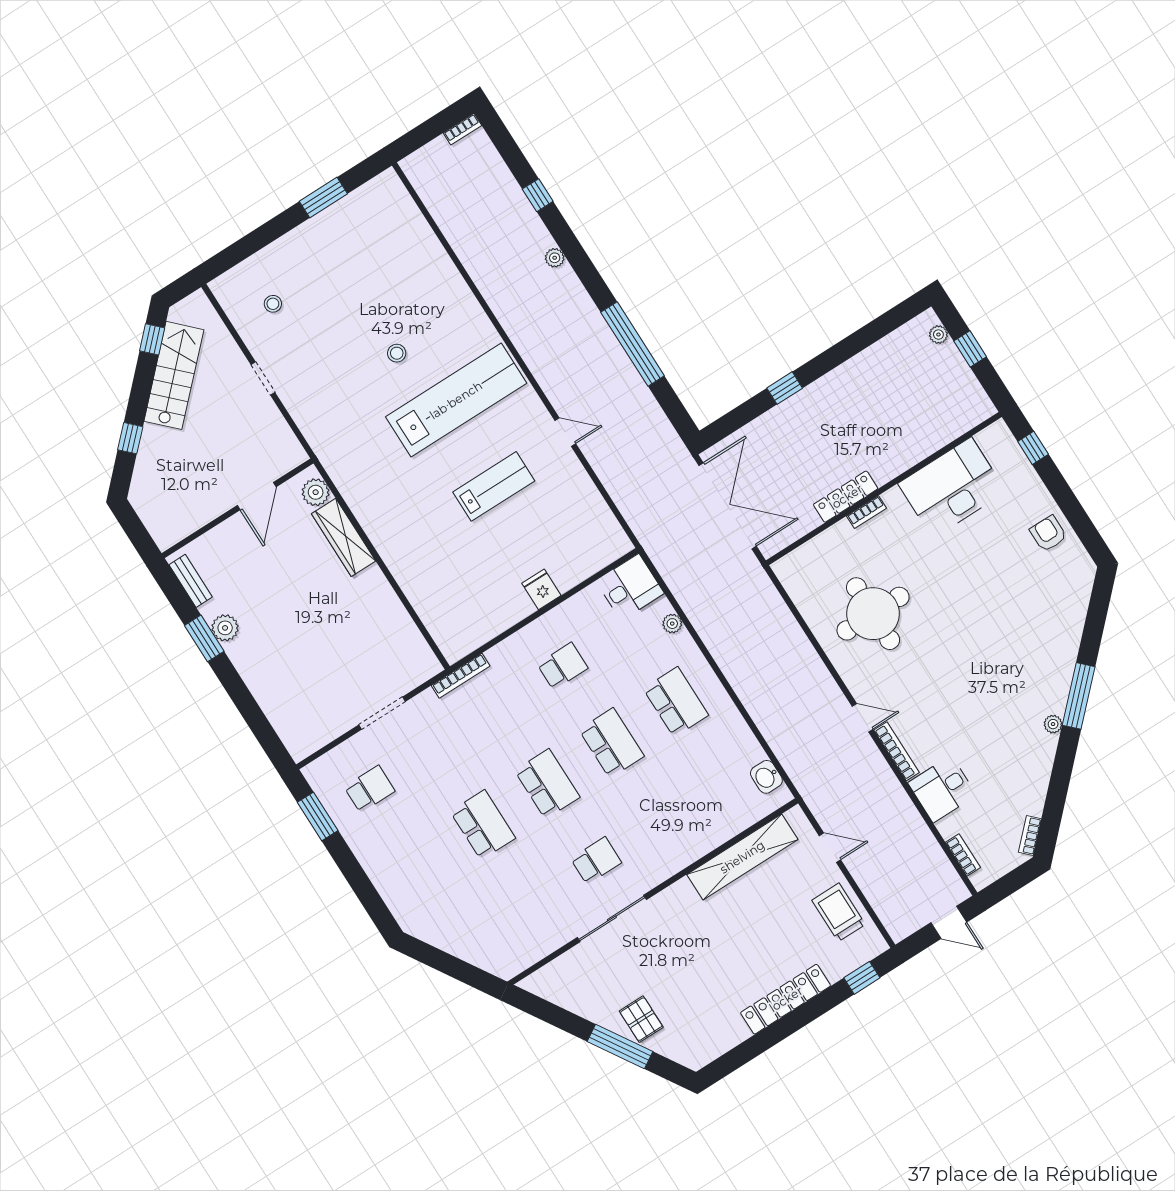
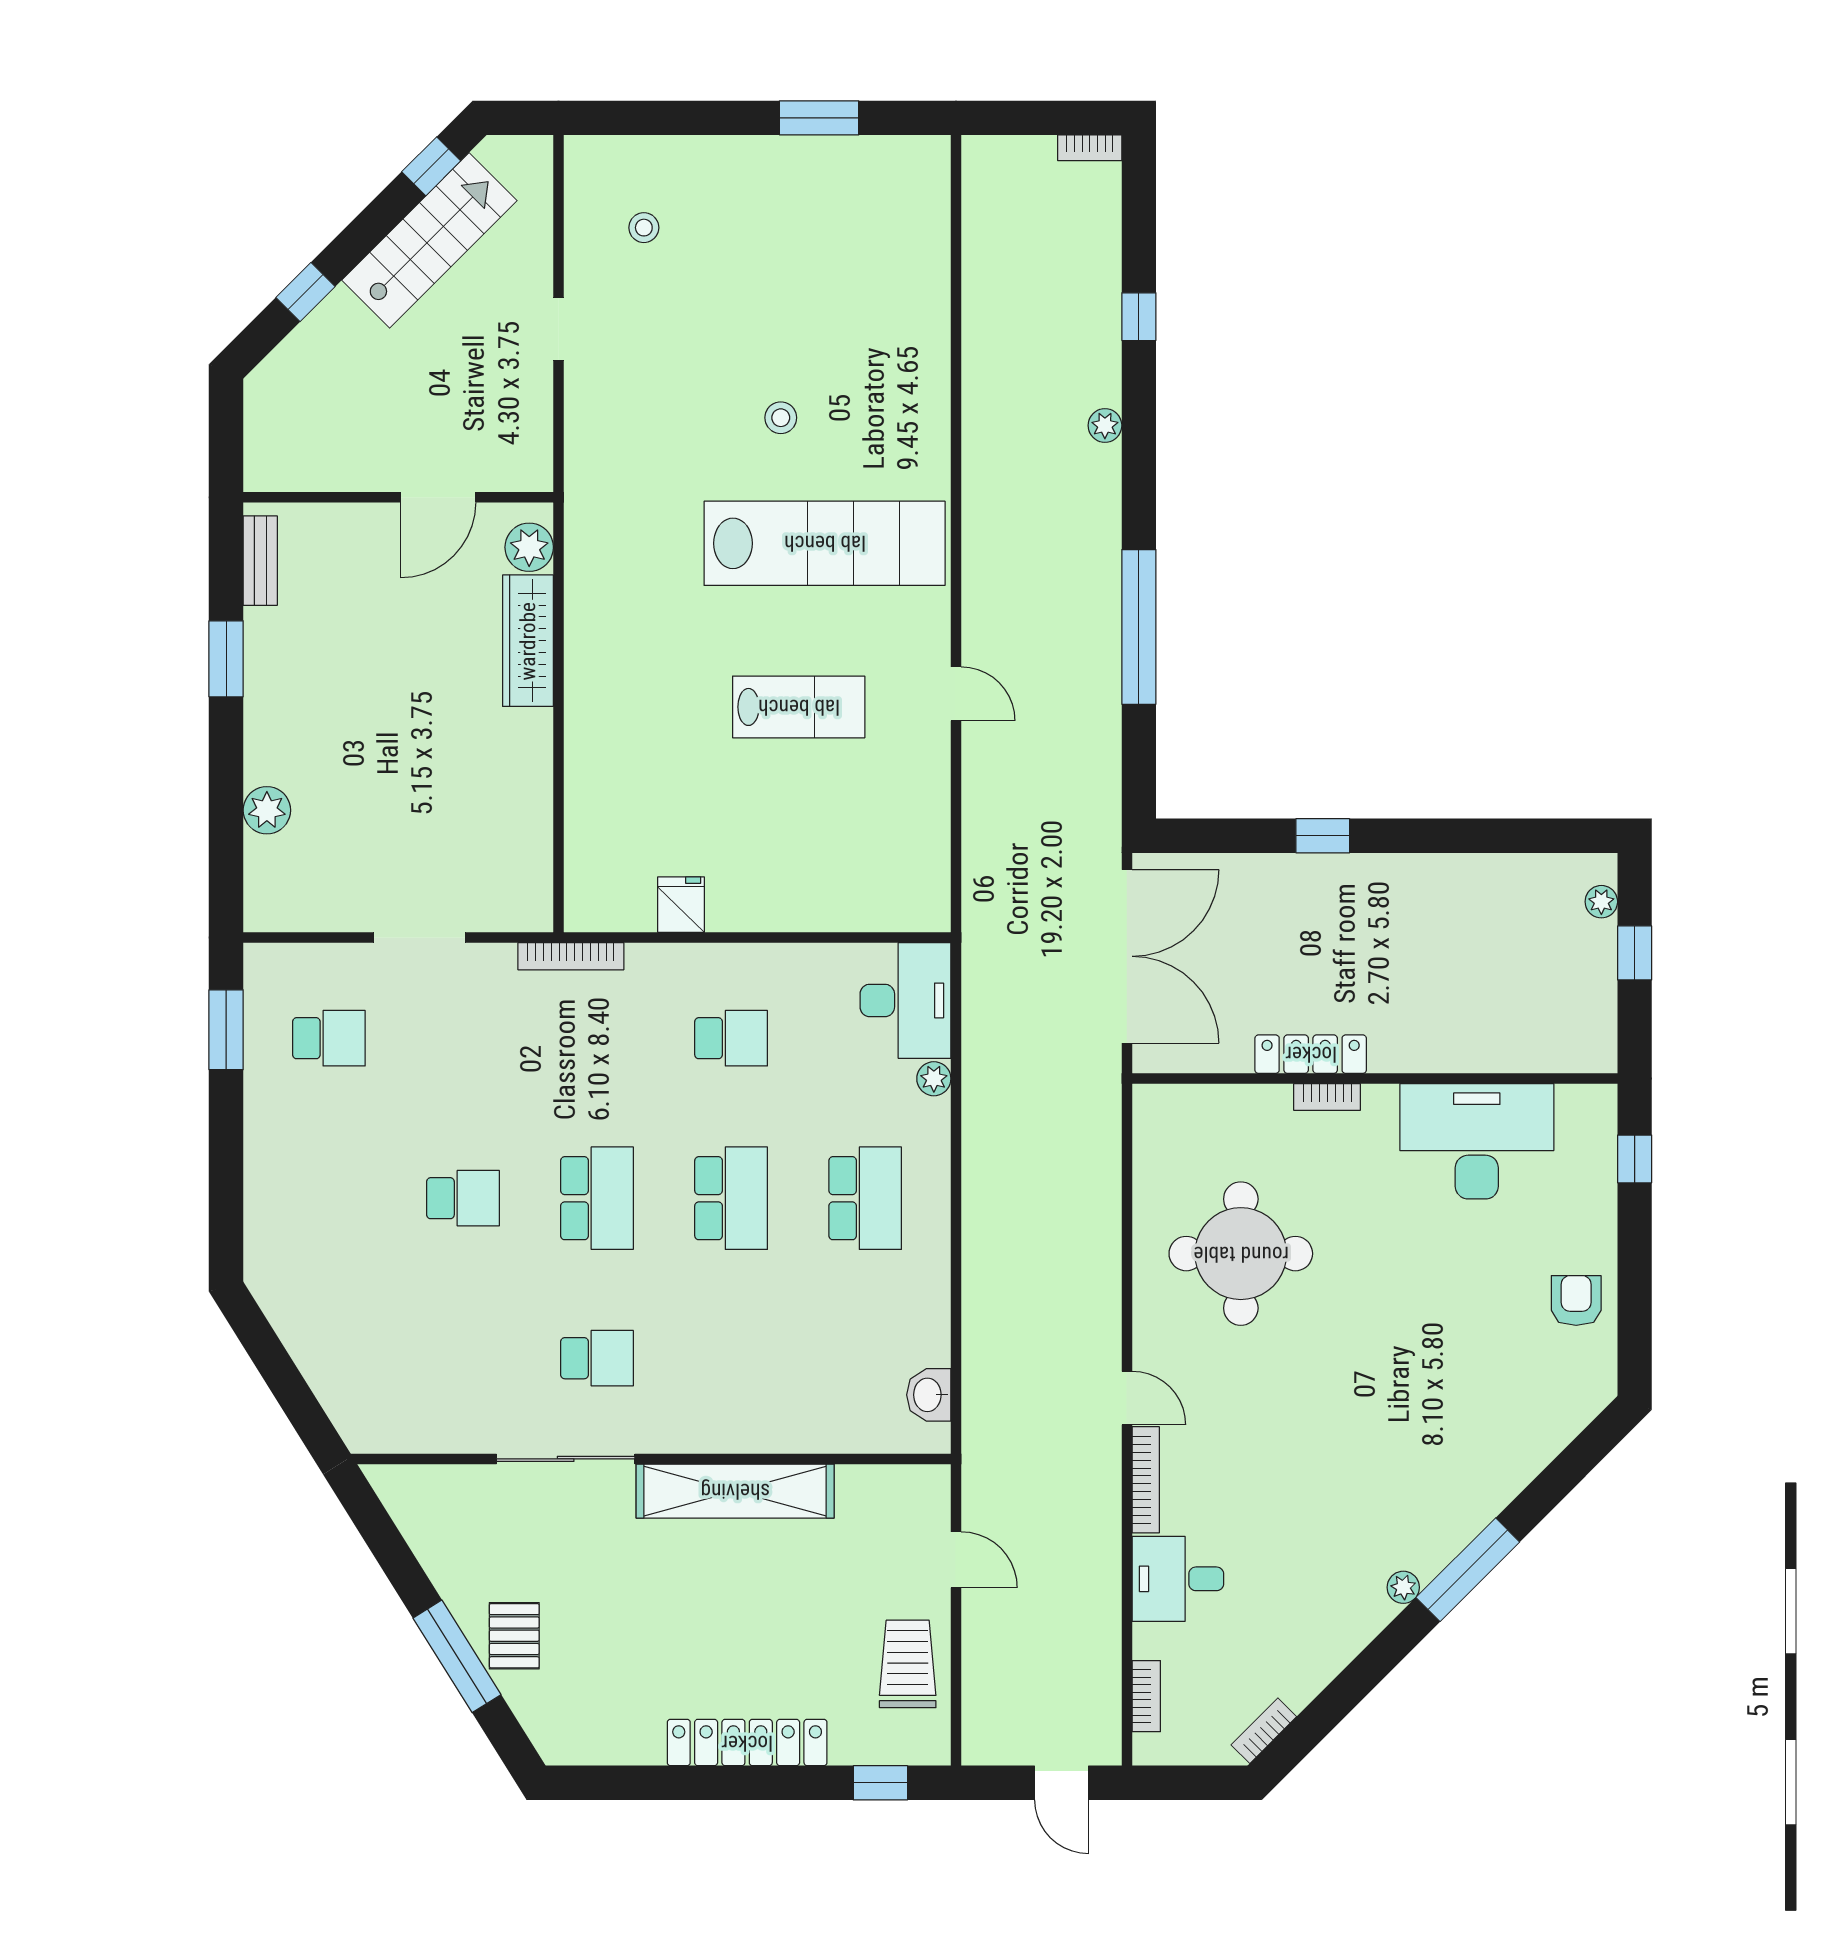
desk: (630, 587) -> (905, 1000), width x1.37
fridge: (541, 589) -> (681, 905), moved
plant: (225, 628) -> (267, 810), moved
school desk: (483, 825) -> (463, 1198), width x0.54
shelving: (742, 857) -> (735, 1491), moved

